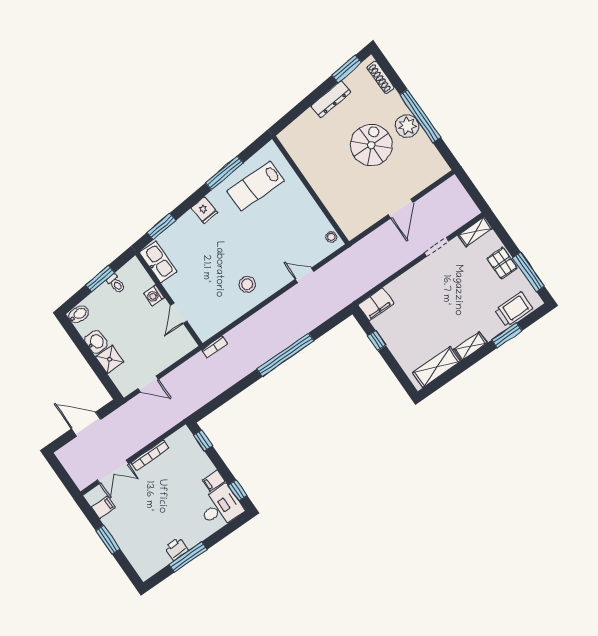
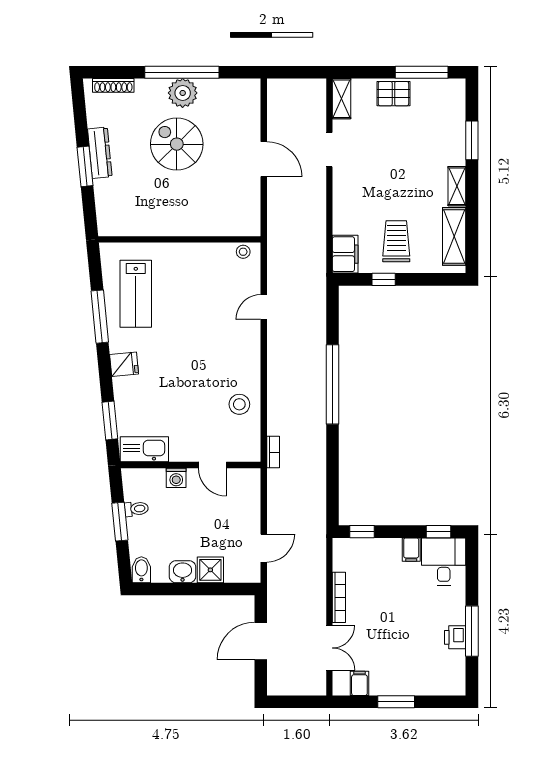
window: (347, 69) -> (85, 166), moved
stool: (247, 284) -> (239, 404), moved
trolley: (514, 309) -> (396, 241), moved

